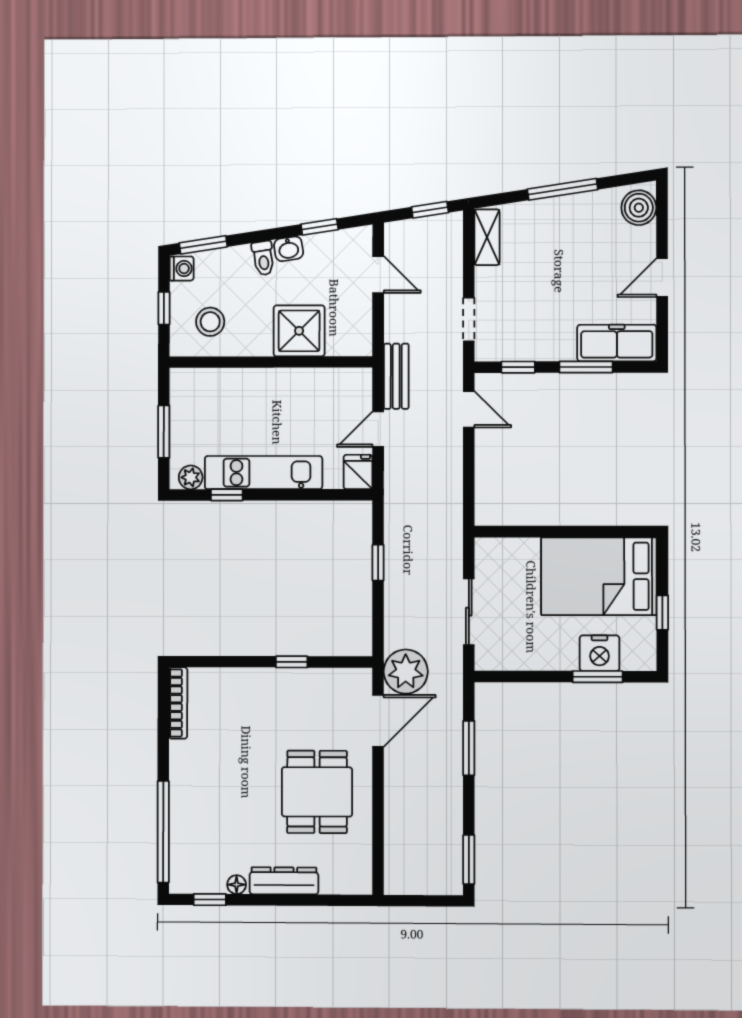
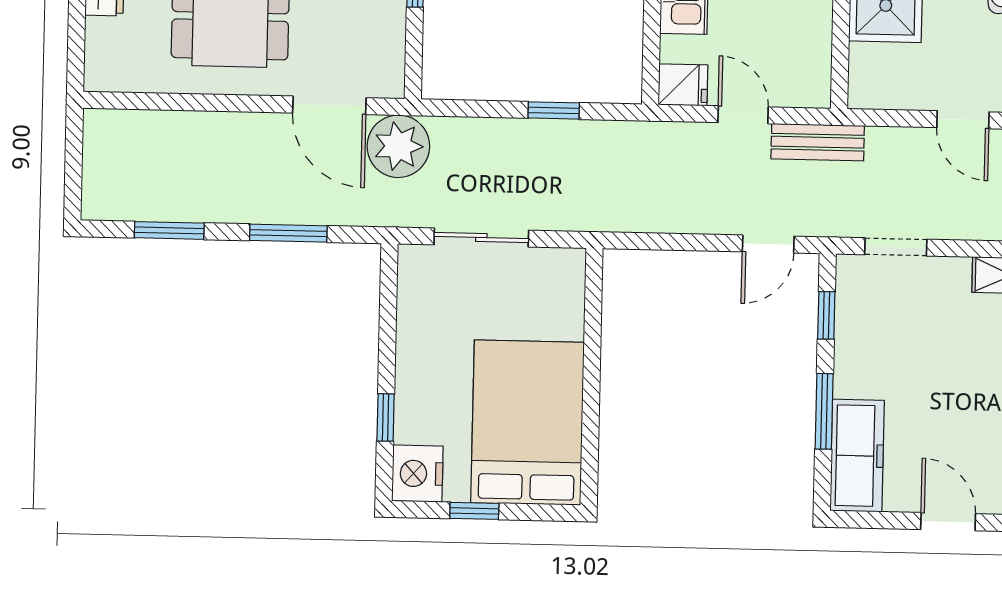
door: (378, 275) -> (963, 120), hinge flipped
nightstand: (600, 653) -> (417, 474), moved
window: (598, 677) -> (386, 417), width x0.67
window: (469, 859) -> (169, 230), moved

